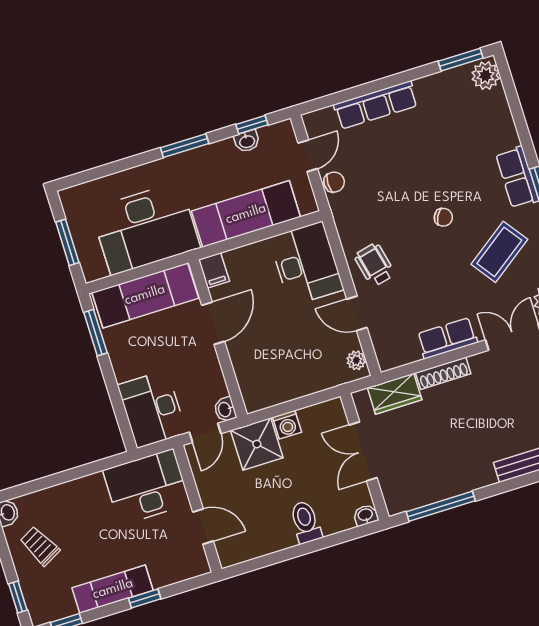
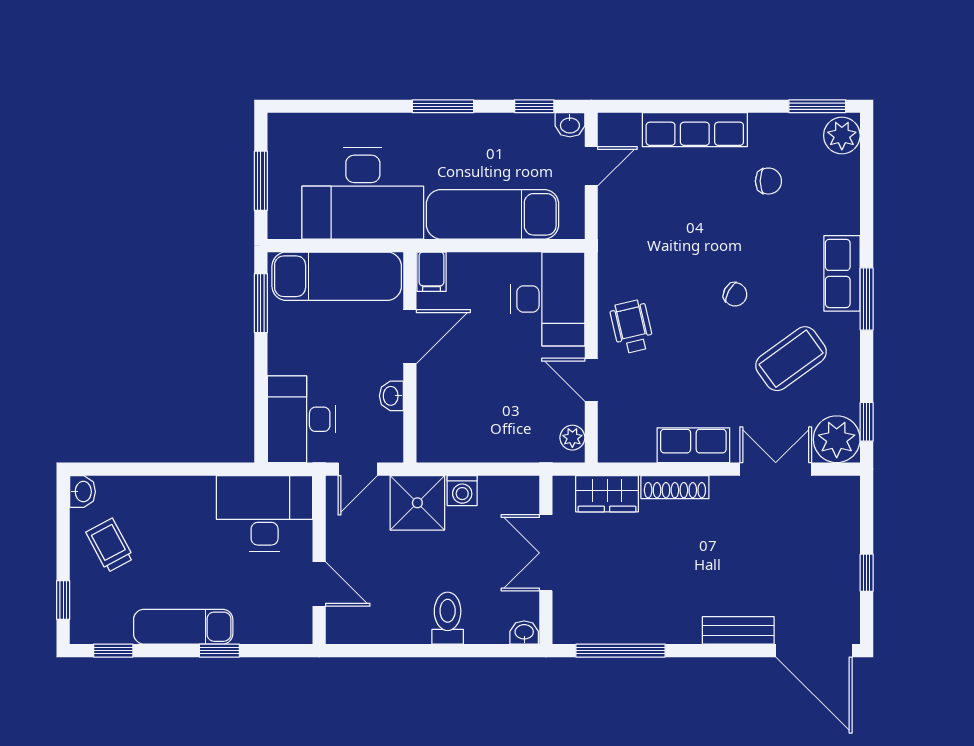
washbasin: (247, 141) -> (570, 125), moved
chair: (334, 182) -> (768, 181), moved
washbasin: (225, 409) -> (391, 396), moved

